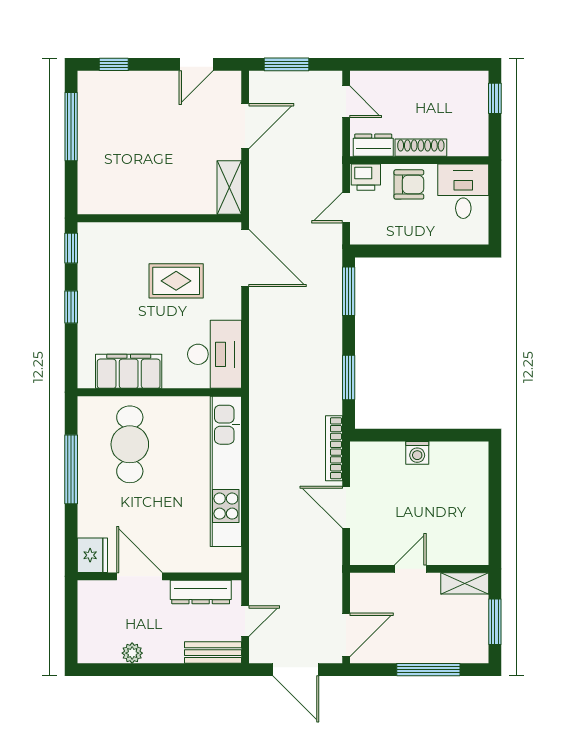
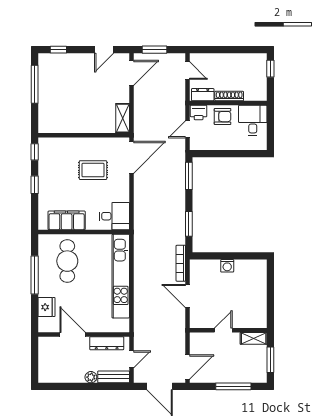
door: (245, 126) -> (131, 73), moved
door: (245, 258) -> (131, 157), hinge flipped
desk: (215, 354) -> (114, 216), width x0.73
fridge: (92, 555) -> (46, 307), moved
plant: (132, 653) -> (91, 377), moved

